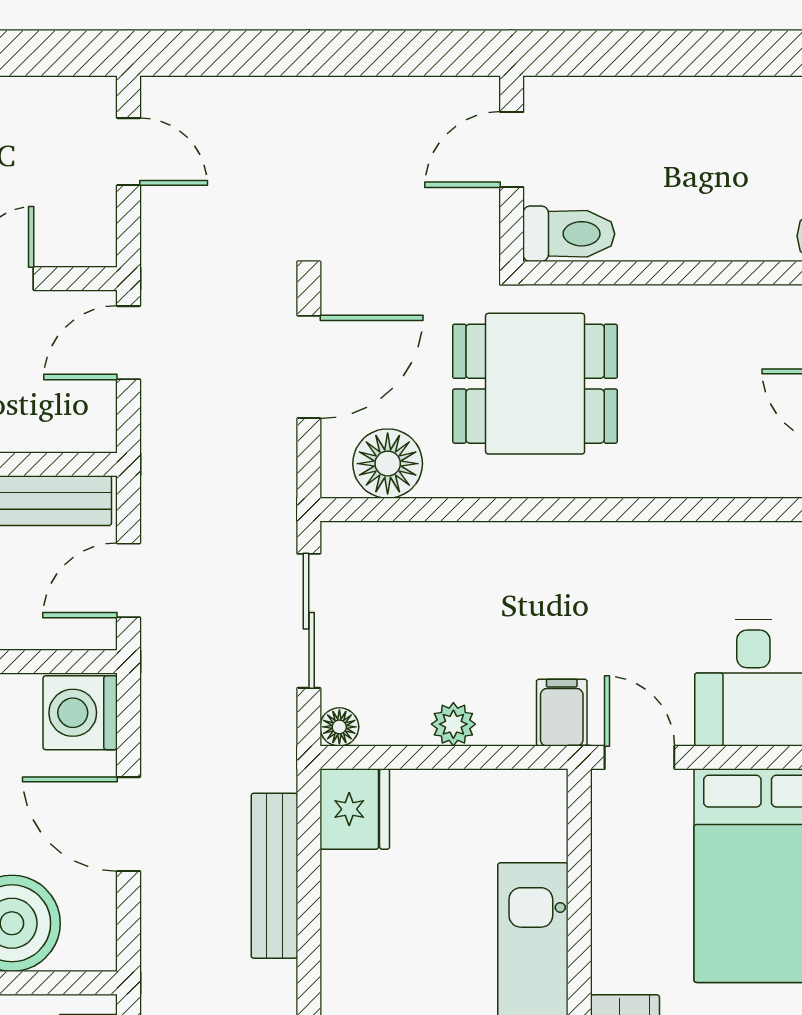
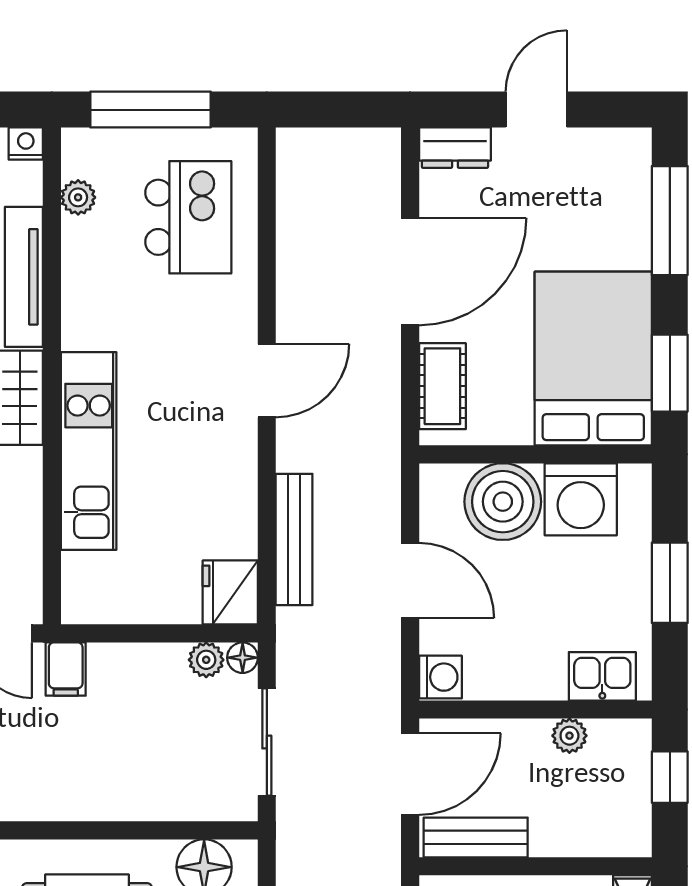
door: (128, 580) -> (410, 774), width x1.38
washing machine: (80, 713) -> (440, 677), width x0.73, depth x0.73
plant: (453, 724) -> (206, 660), moved

